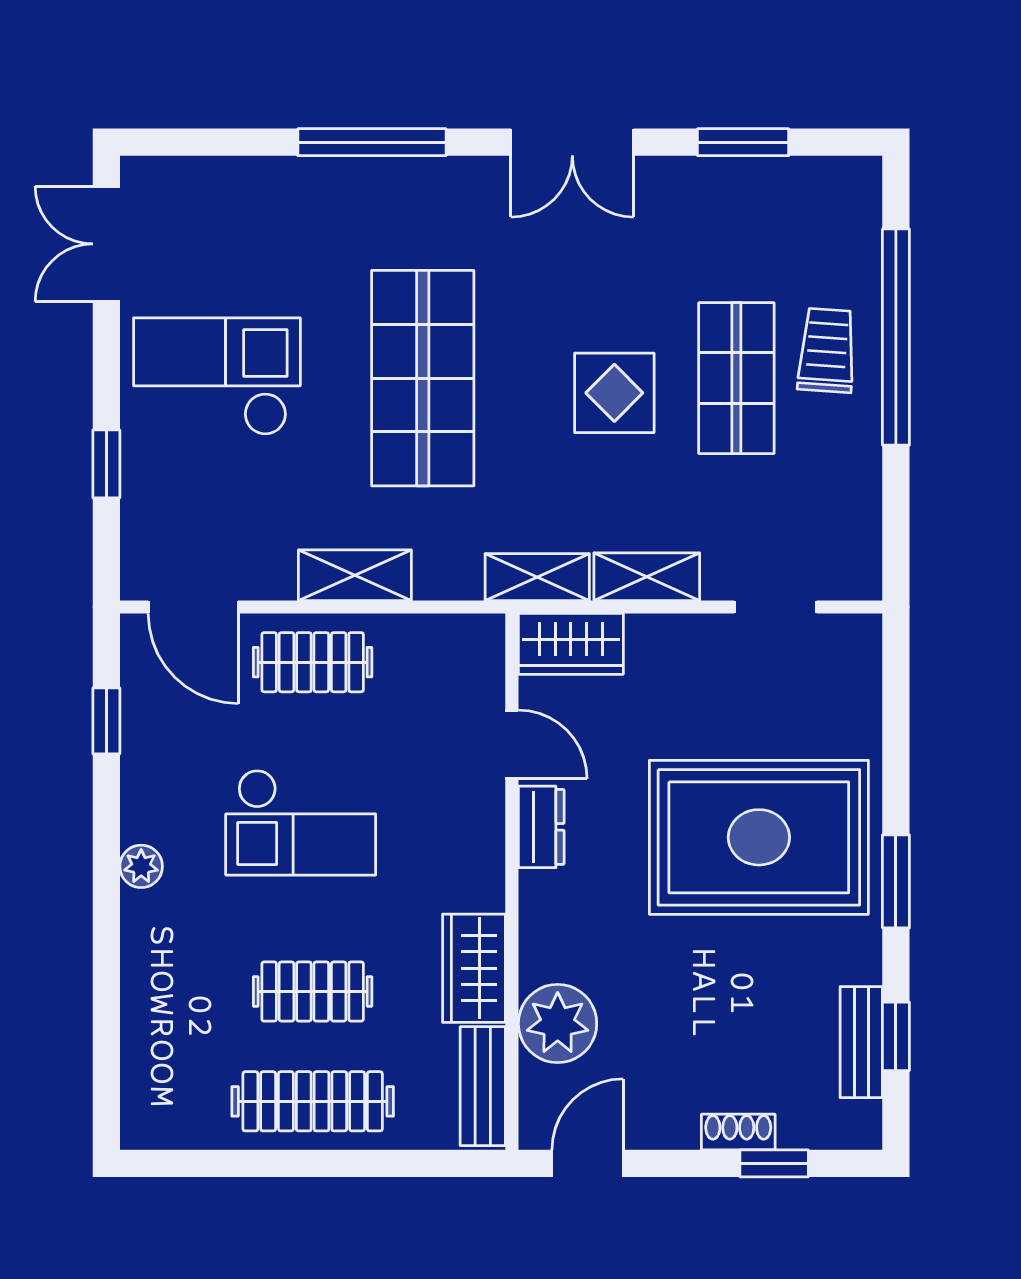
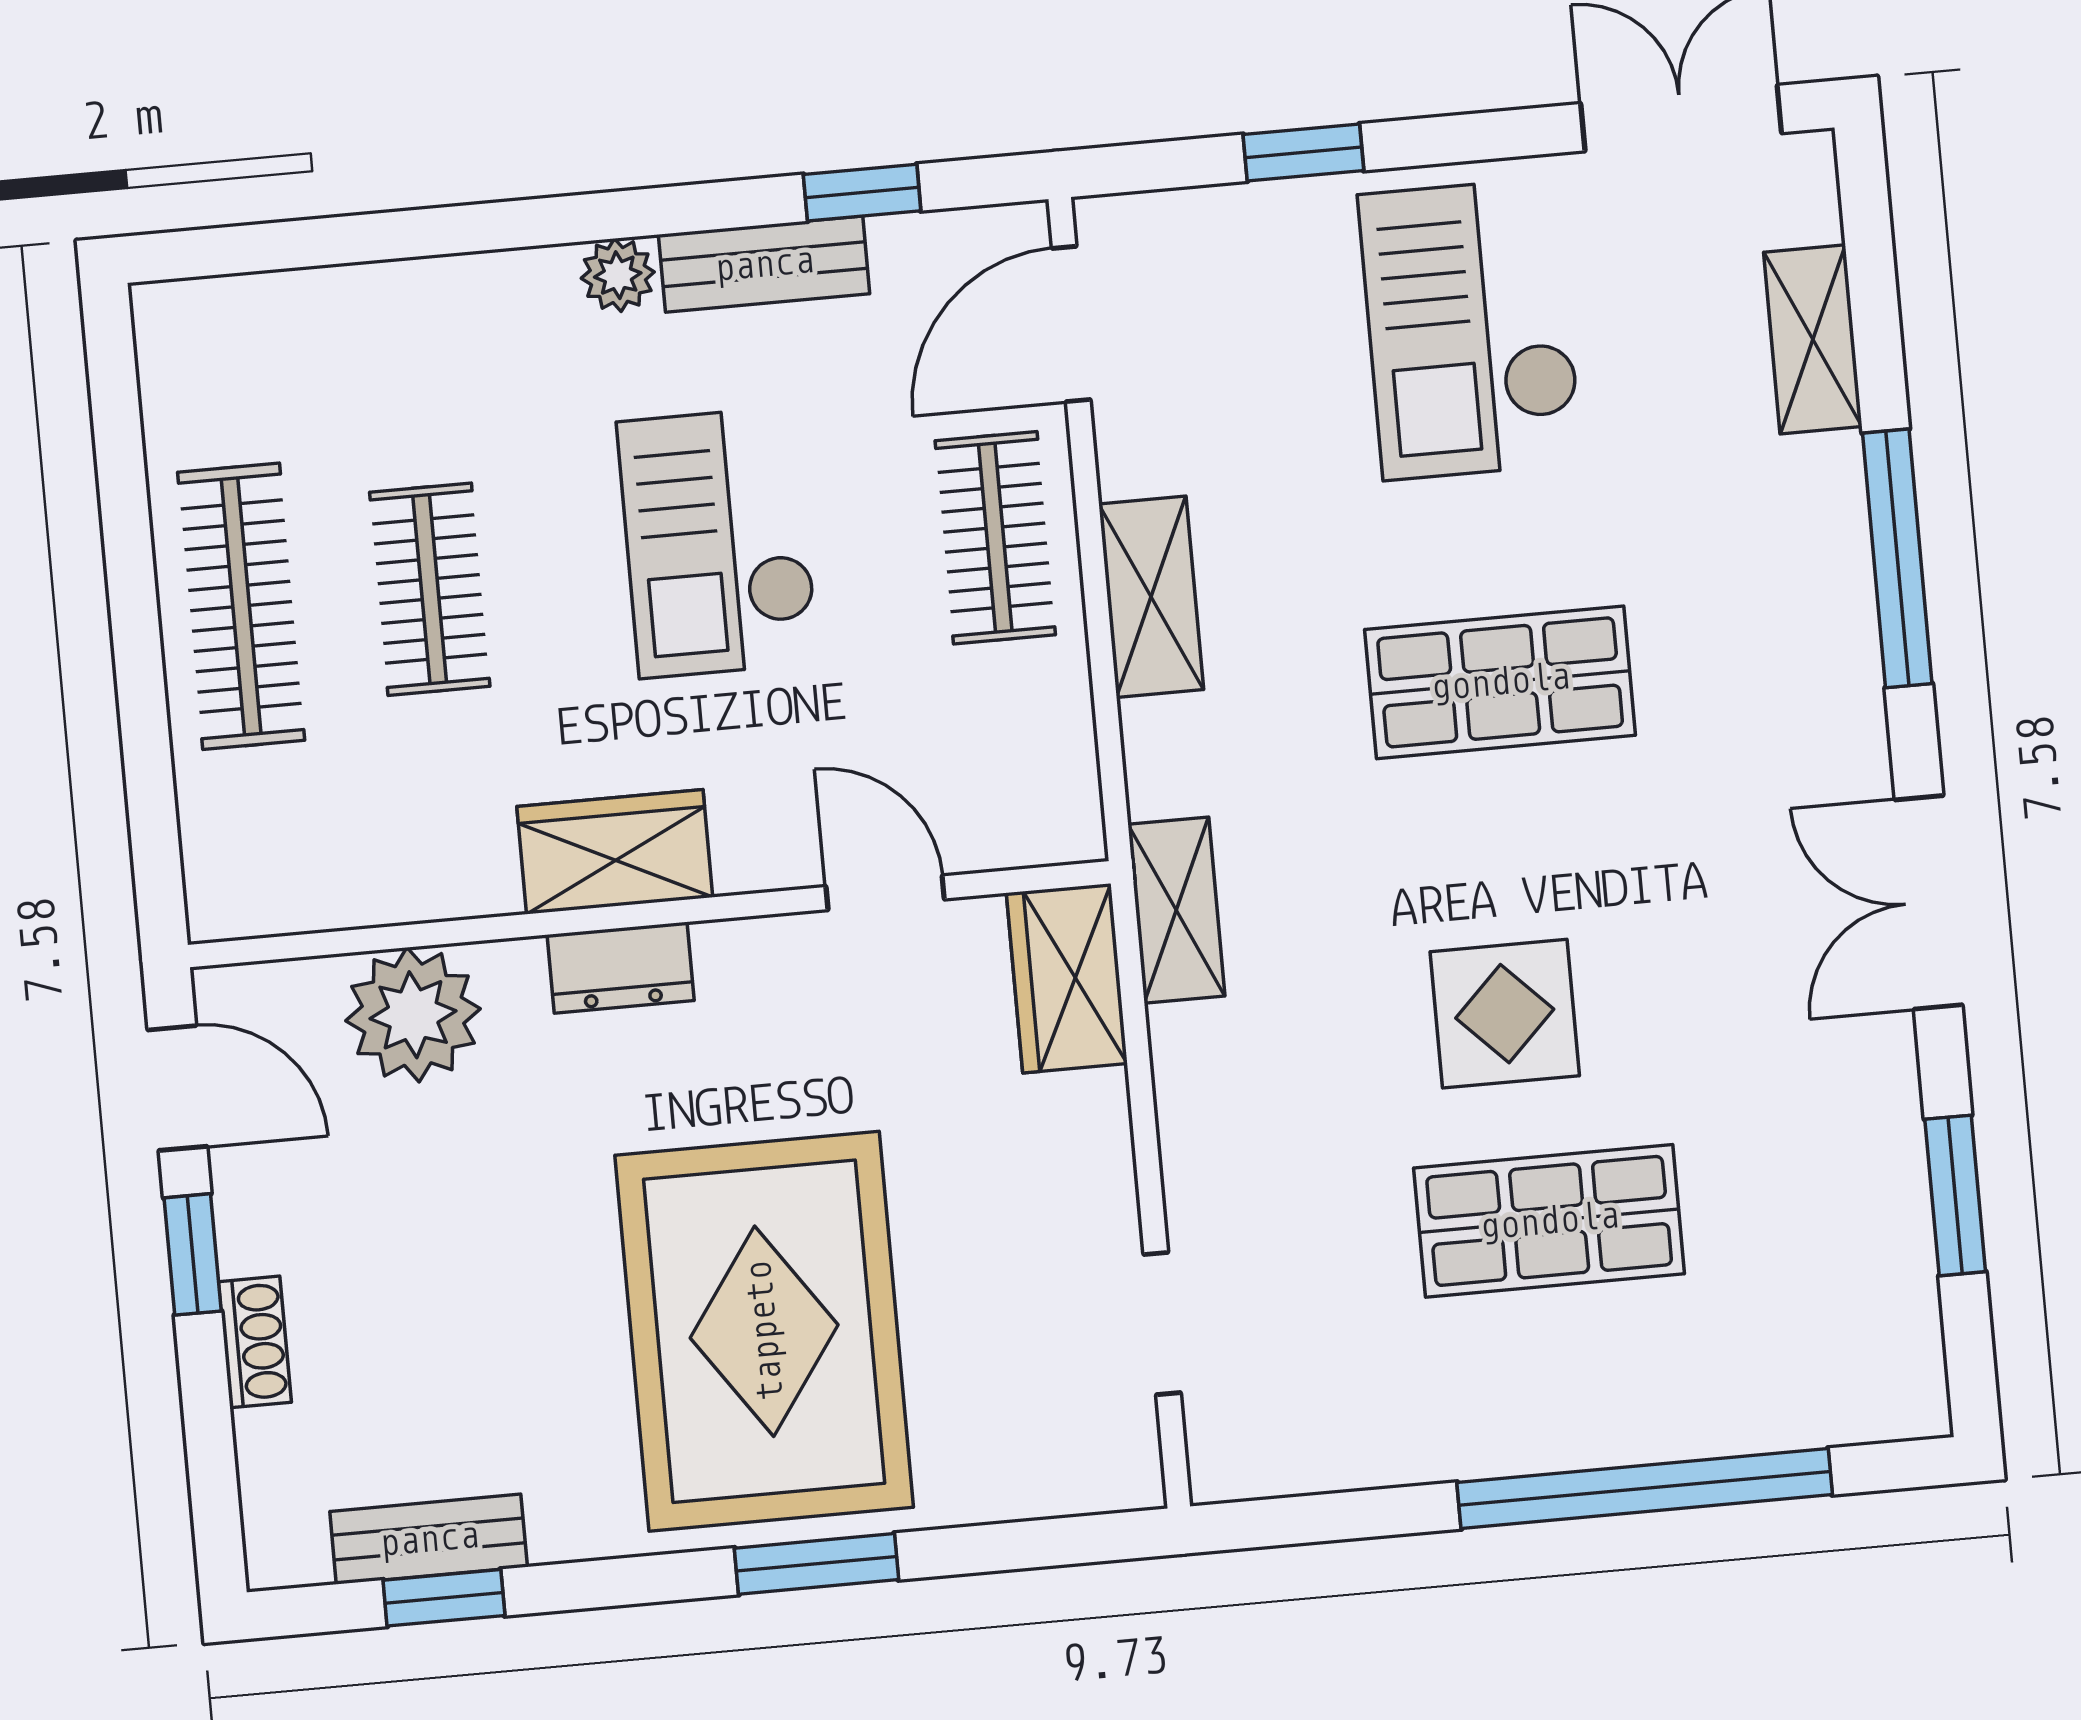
trolley: (827, 350) -> (1611, 1372), removed
checkout: (217, 376) -> (1471, 329), turned 180
shop shelf: (423, 378) -> (1500, 682), width x0.70, depth x0.74
shelving: (647, 577) -> (1813, 339), moved
door: (512, 744) -> (885, 893), swing flipped
dresser: (541, 827) -> (621, 968), moved
window: (896, 881) -> (816, 1564), moved
wardrobe: (474, 968) -> (615, 852), moved
bench: (483, 1086) -> (764, 264), moved
window: (774, 1163) -> (193, 1254), moved

